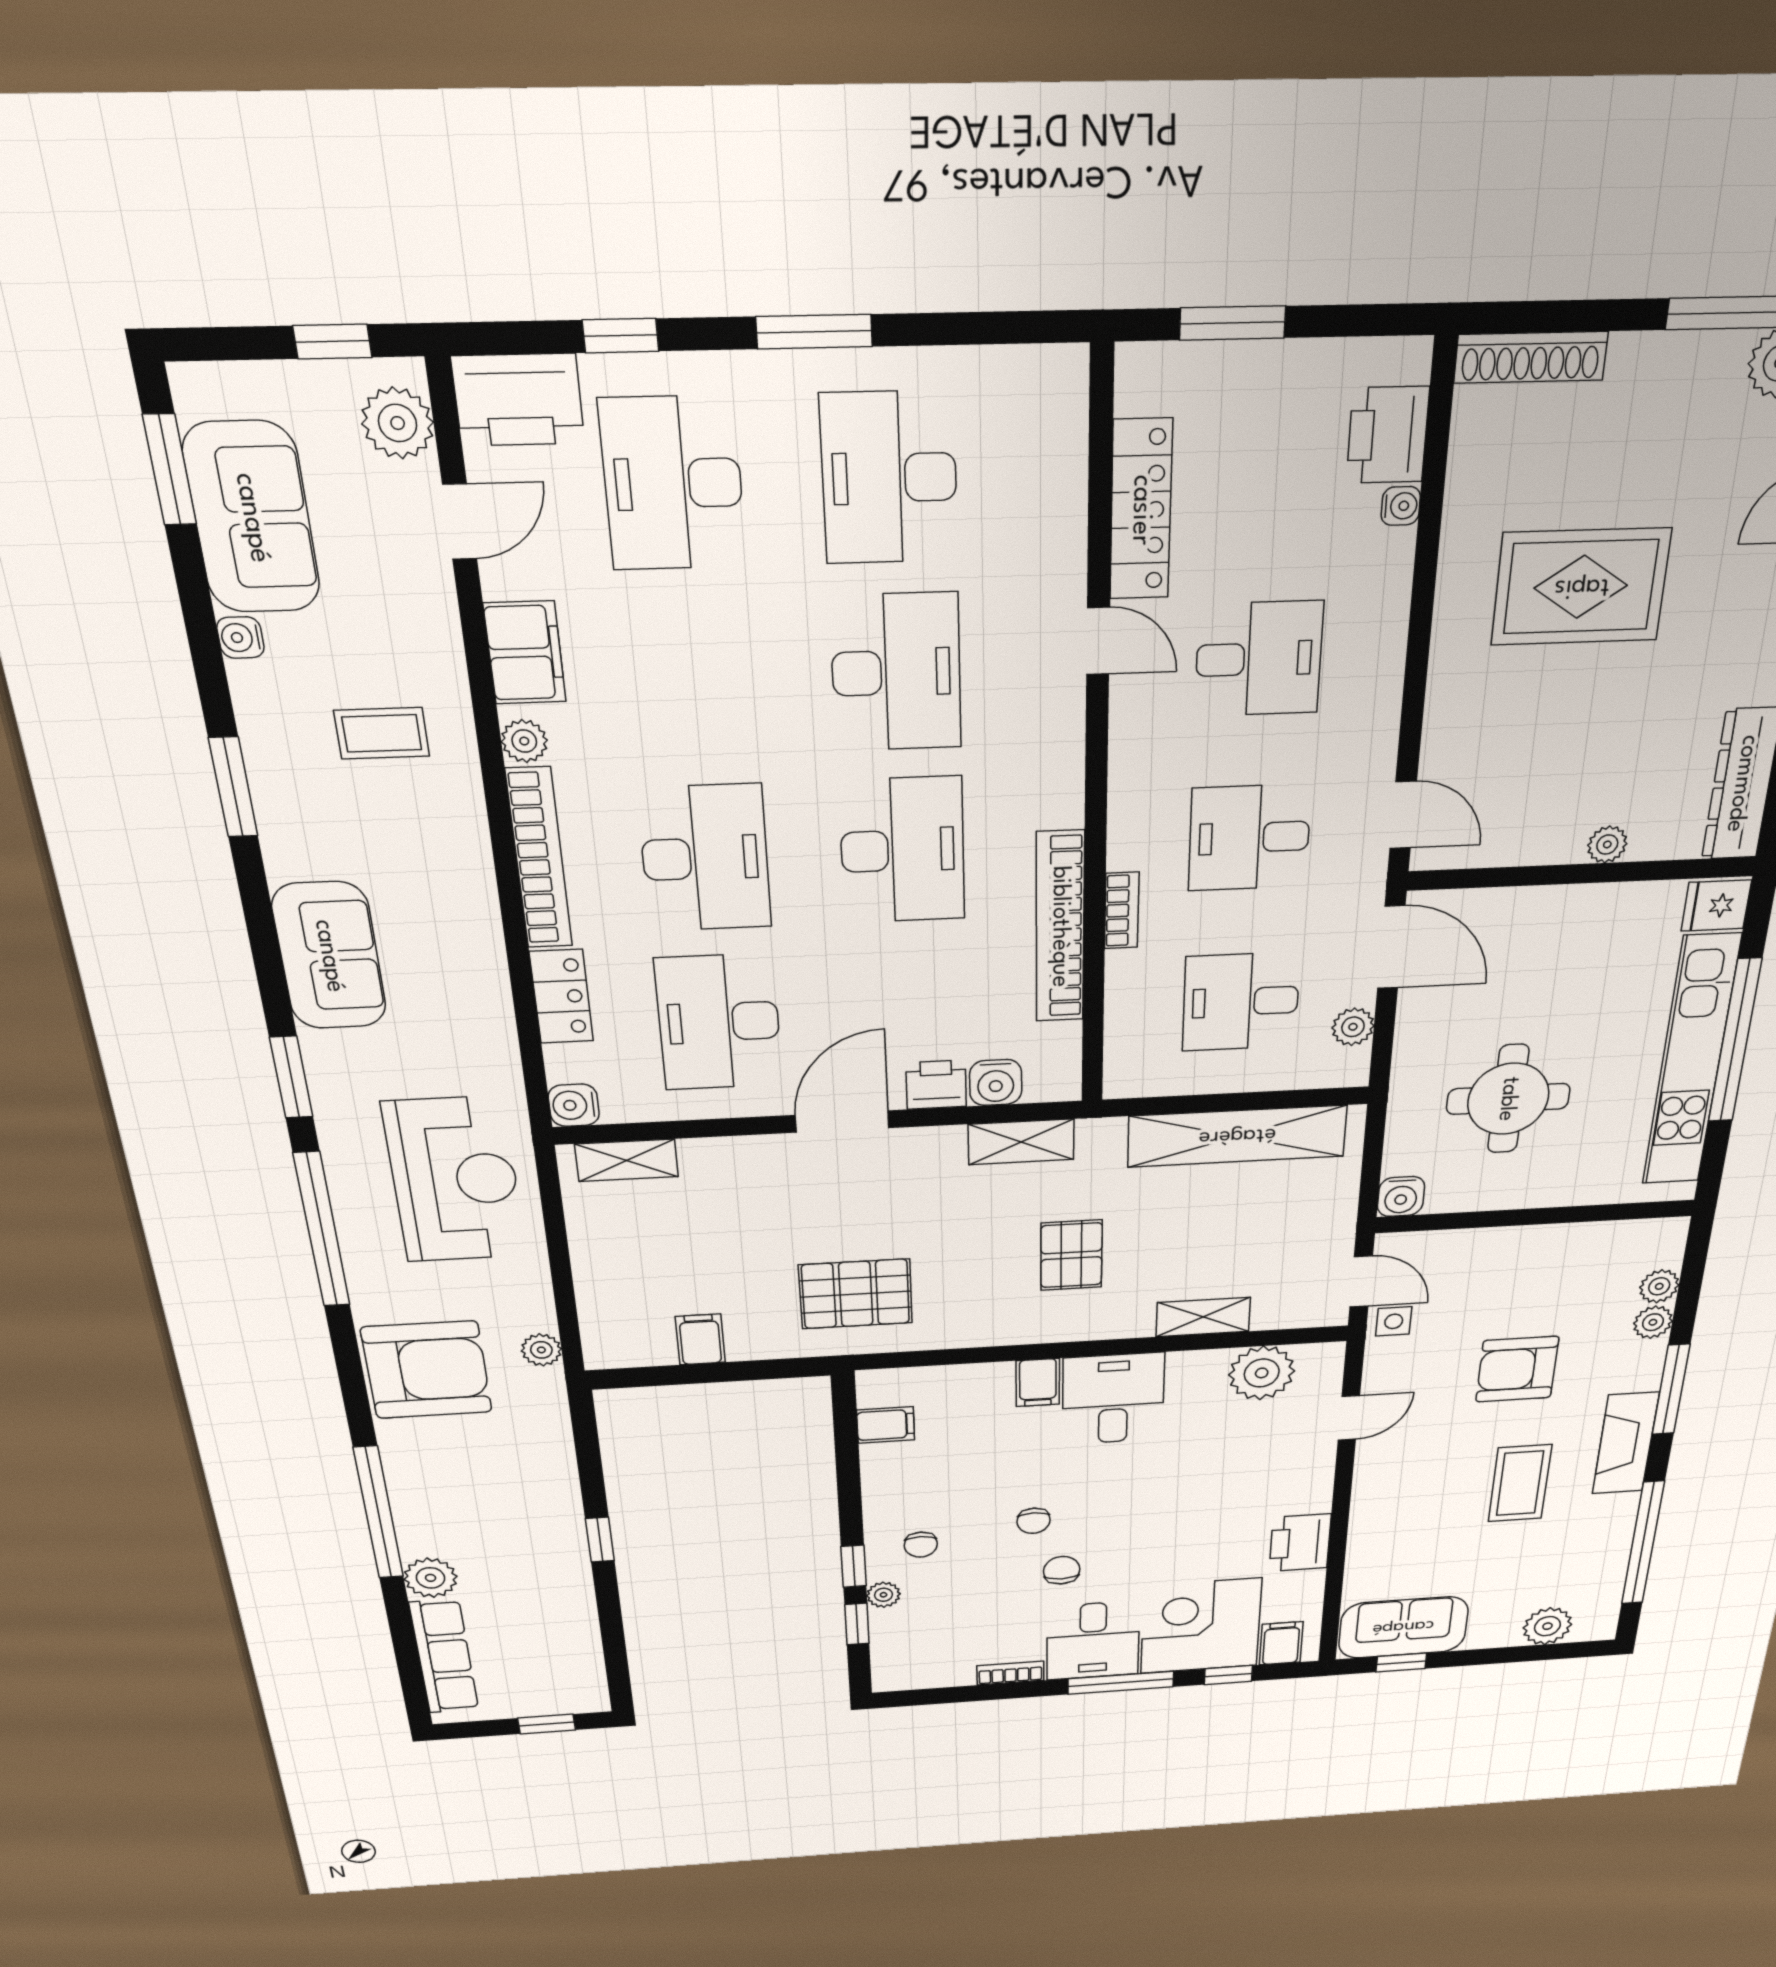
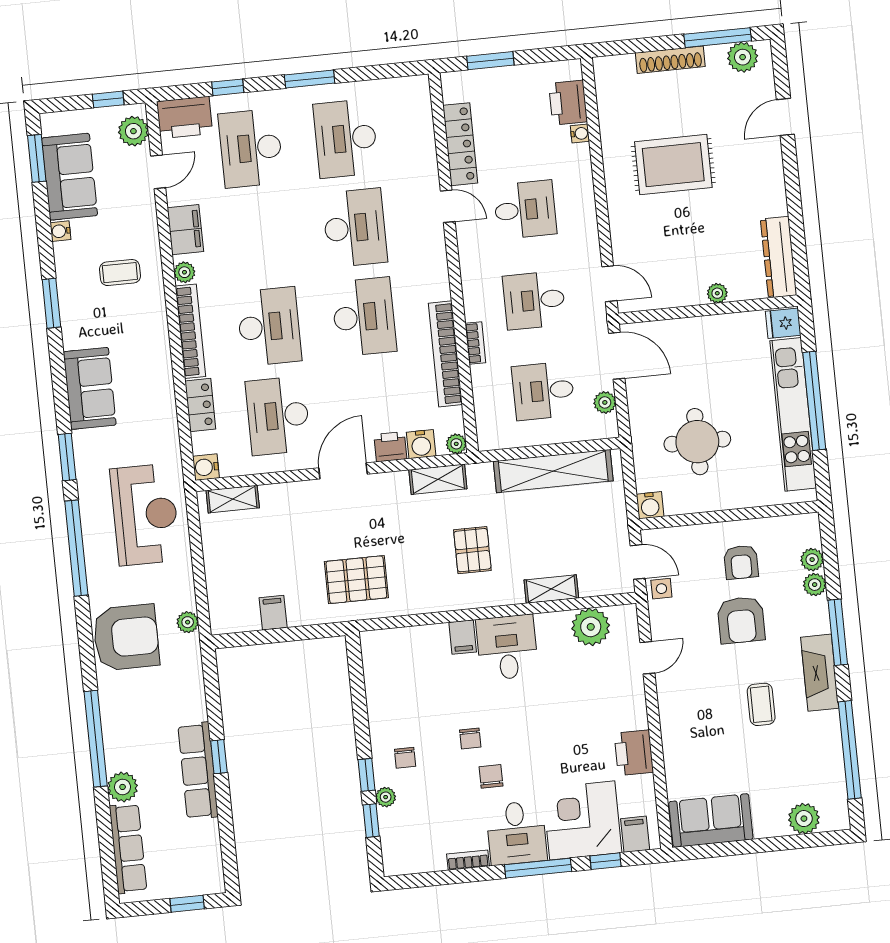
shoe rack: (1531, 357) -> (670, 60), moved
plant: (1063, 1085) -> (456, 444), added
armchair: (1538, 1287) -> (741, 562), added
armchair: (1517, 1369) -> (741, 620), turned -90
filing cabinet: (886, 1425) -> (379, 669), removed
coffee table: (1520, 1483) -> (761, 704), width x0.73, depth x0.77
row of seats: (563, 1558) -> (198, 771), added
window: (1401, 1663) -> (715, 850), removed

